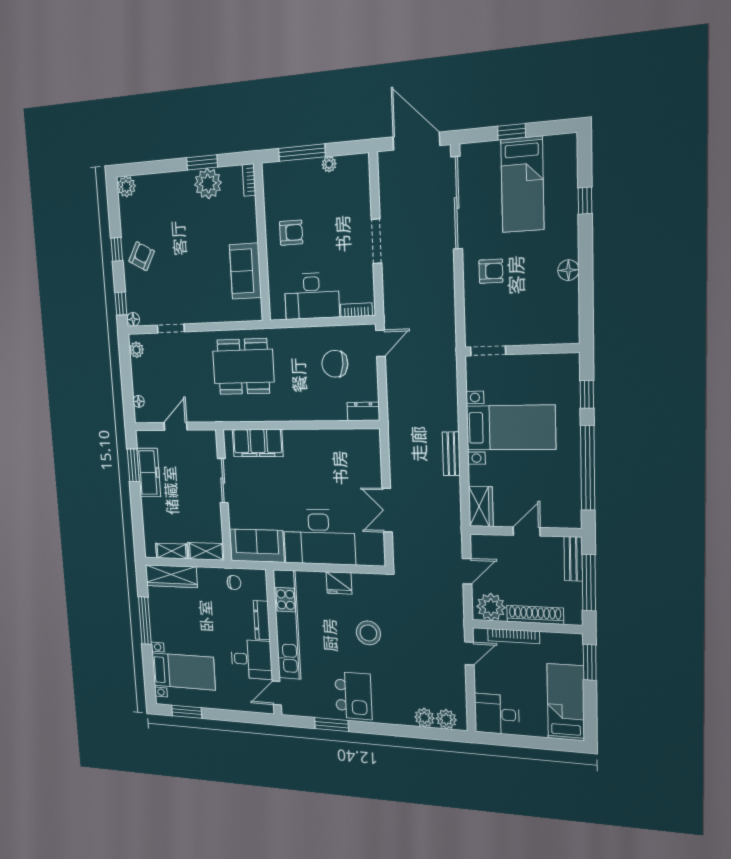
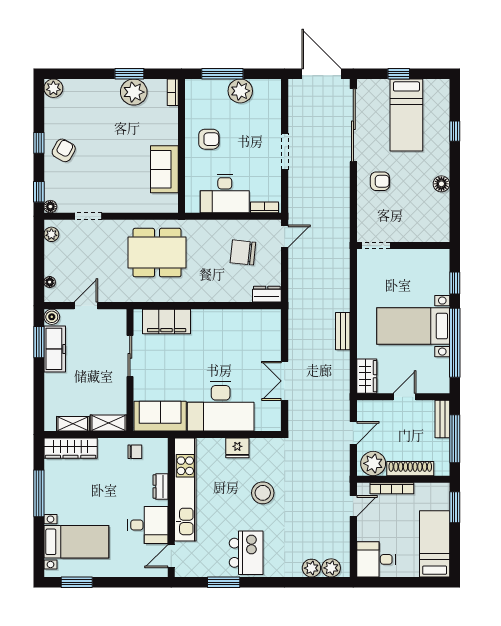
plant: (329, 164) -> (240, 91), width x1.88, depth x1.88
bed with nightstands: (511, 428) -> (413, 326), moved, turned 180
boiler: (143, 439) -> (52, 317), added
dresser: (262, 620) -> (160, 487), width x0.70

